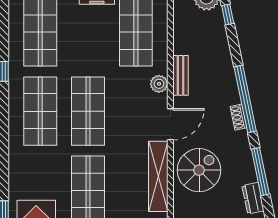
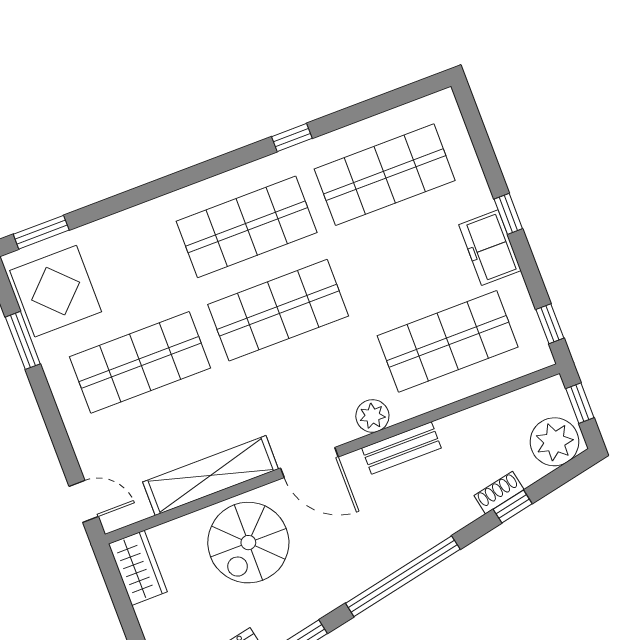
window: (228, 14) -> (513, 506), moved
shoe rack: (239, 117) -> (499, 493), moved
spiral stairs: (199, 170) -> (248, 543), turned 90

